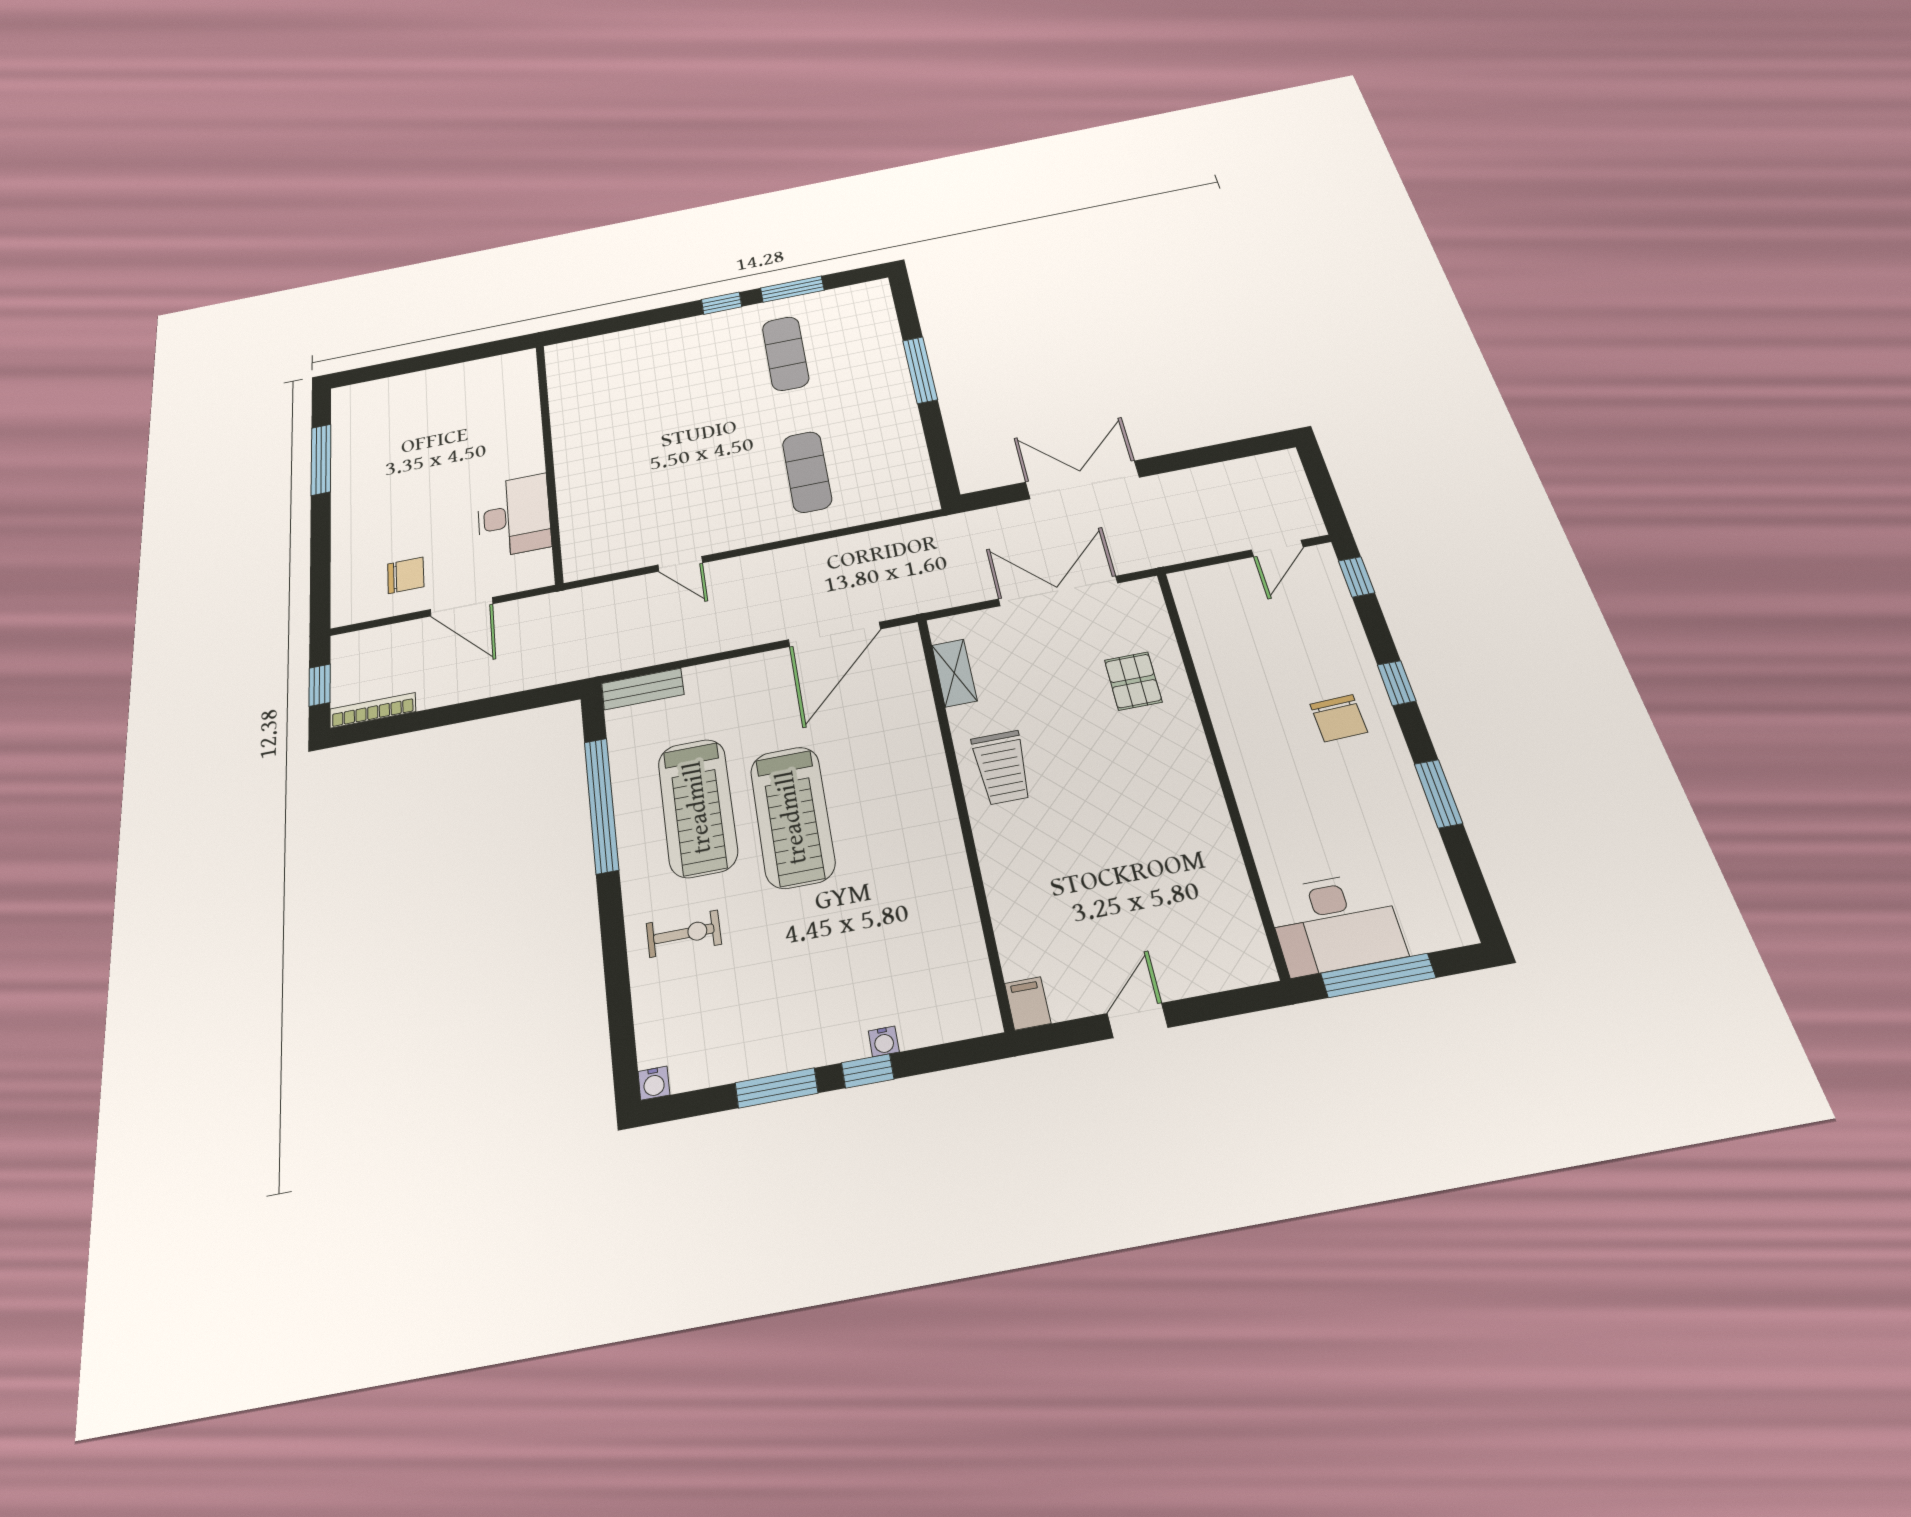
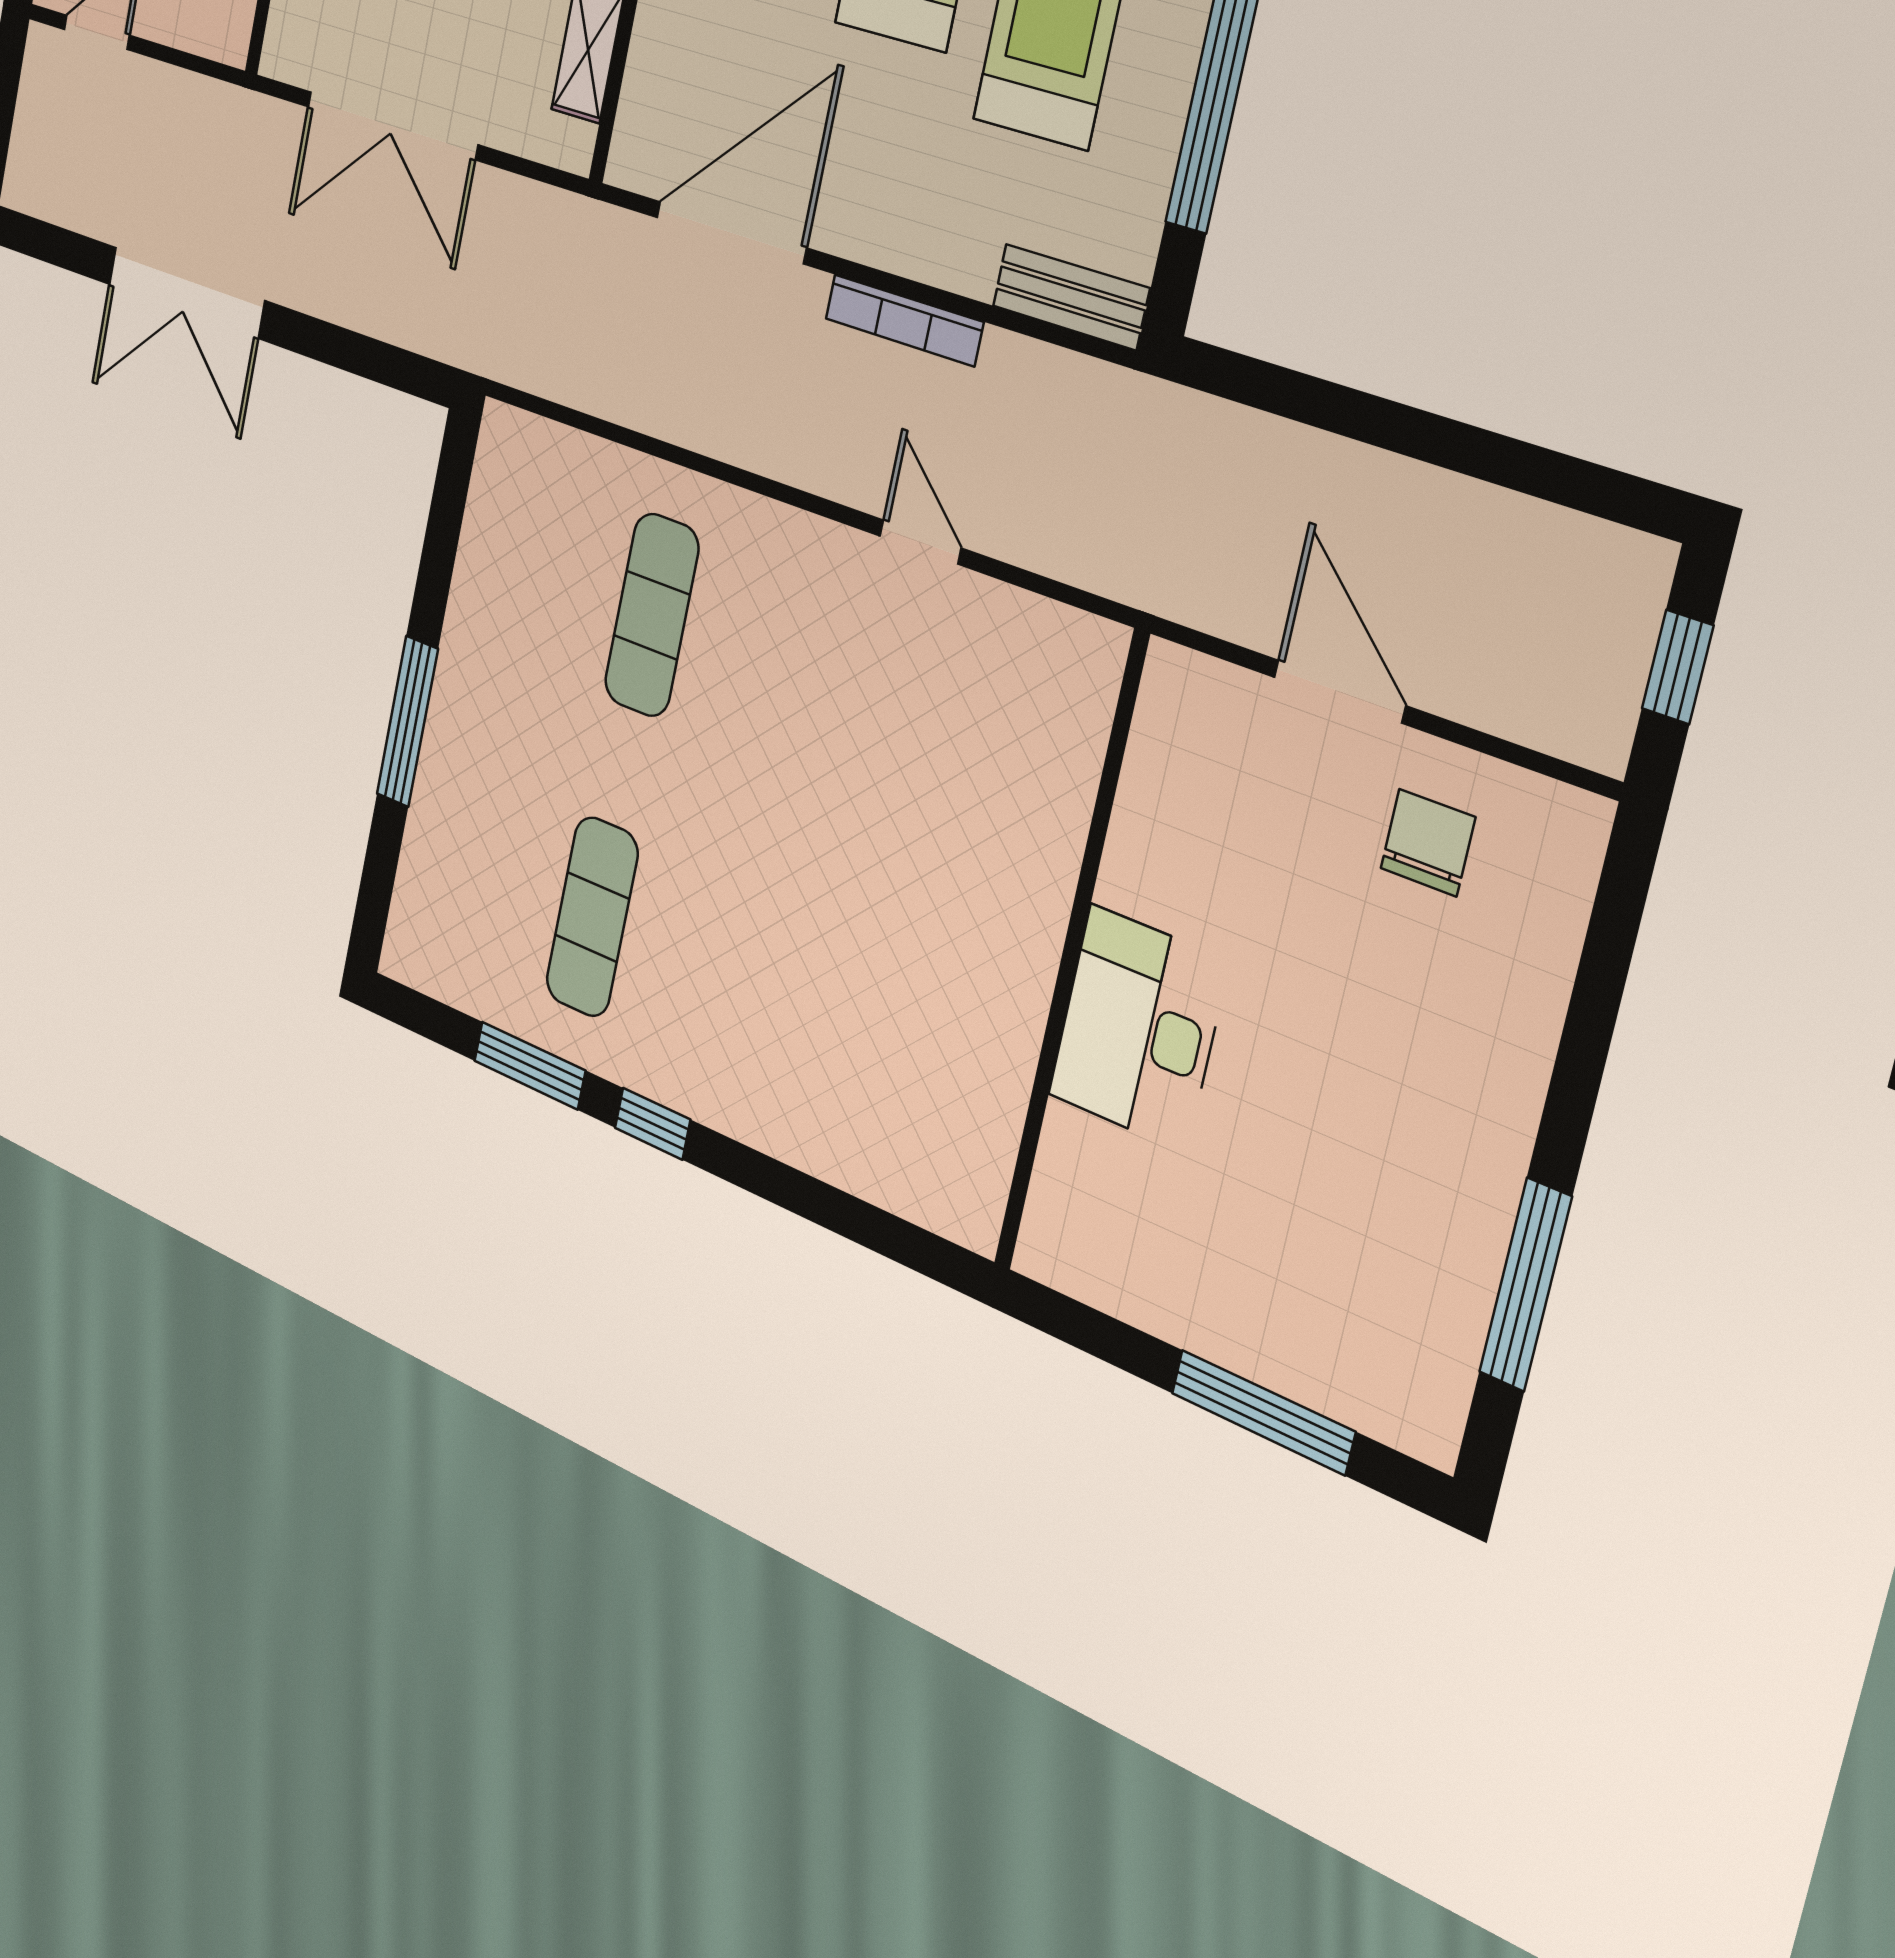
window: (413, 365) -> (1263, 1412), added
double door: (1082, 480) -> (186, 292), moved
desk: (514, 516) -> (1138, 1028), moved
chair: (406, 575) -> (1428, 843), turned 90
bookcase: (373, 710) -> (904, 320), moved

